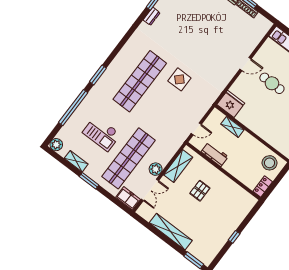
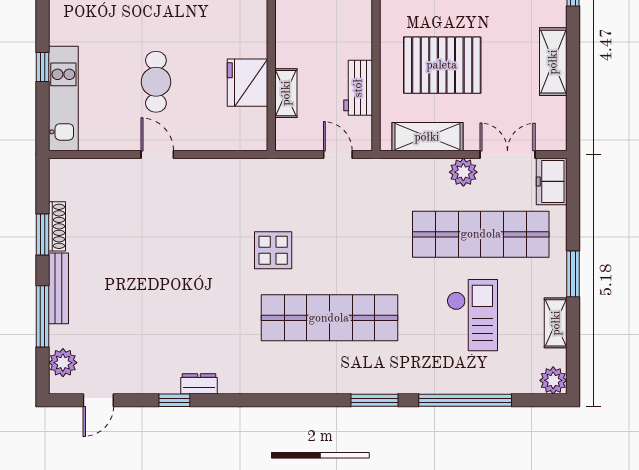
fridge: (231, 104) -> (247, 83), moved
pallet: (200, 191) -> (442, 65), width x2.05, depth x2.00
shelving: (171, 232) -> (553, 62), width x0.68

